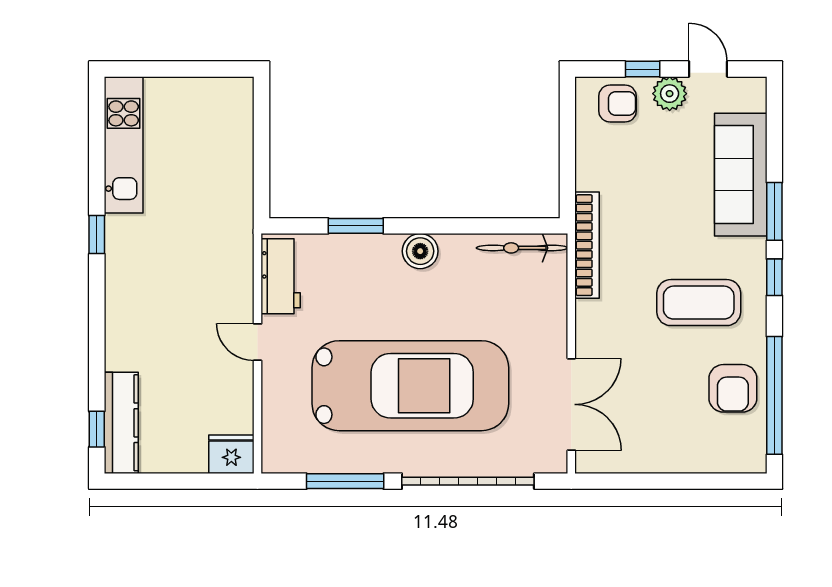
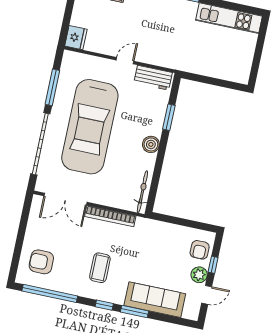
bookcase: (587, 245) -> (110, 216), moved
coffee table: (699, 303) -> (100, 268), width x0.73, depth x0.76
armchair: (733, 388) -> (41, 262), moved

